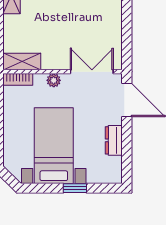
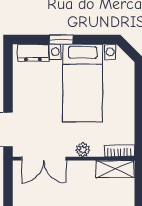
dresser: (114, 140) -> (33, 53), moved, turned 90

